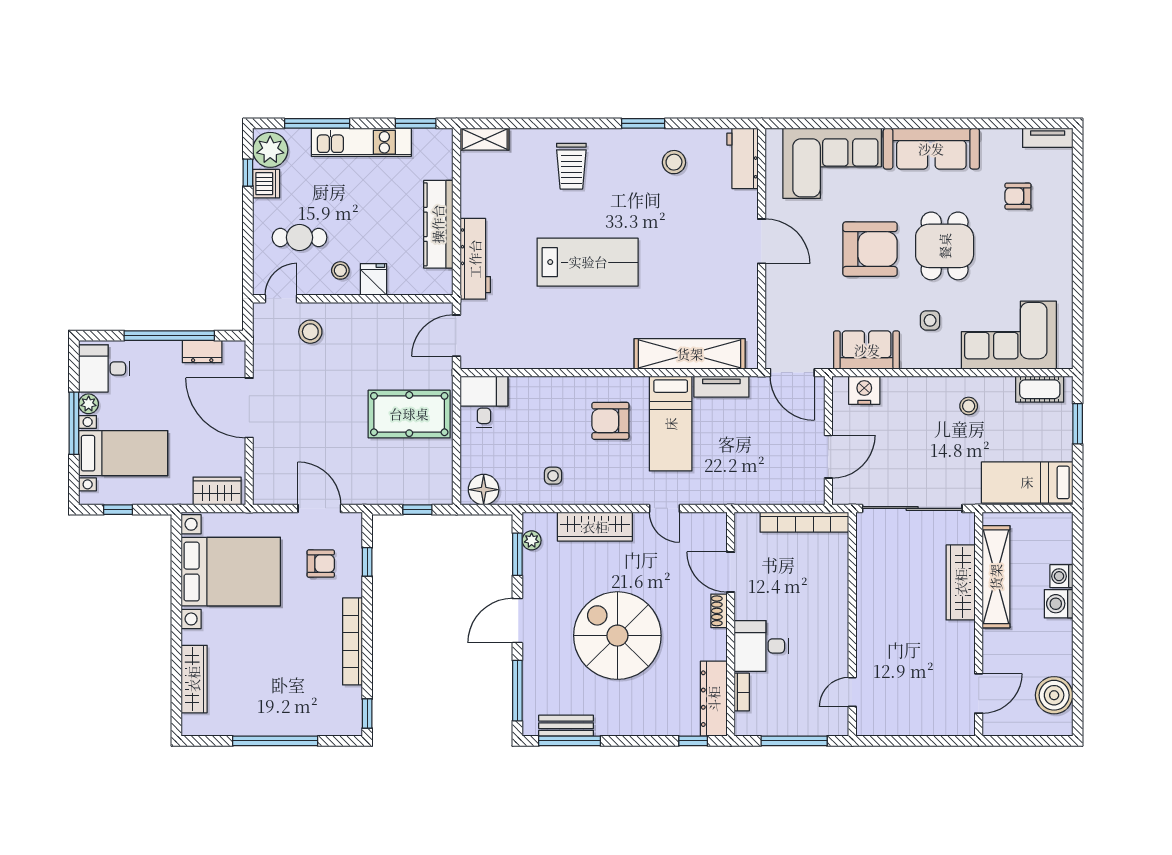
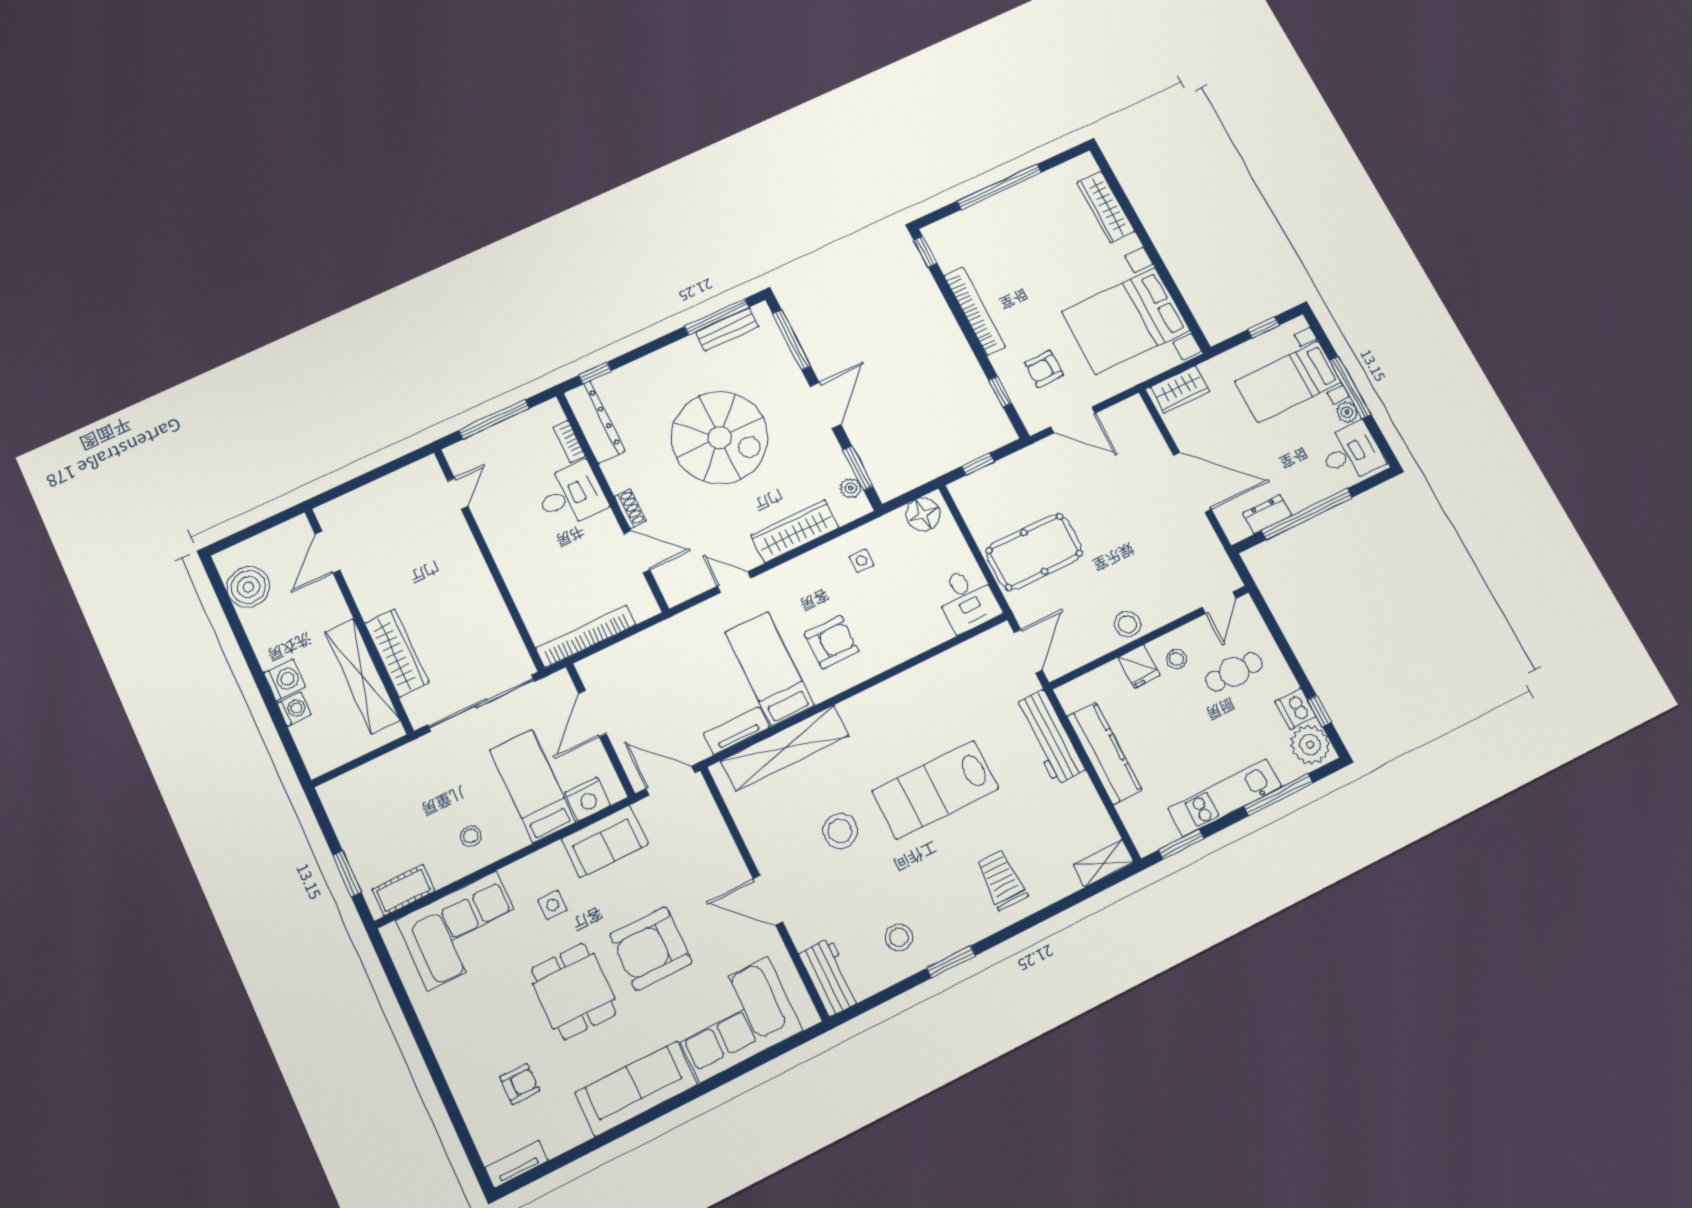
stool: (679, 267) -> (840, 831), added
stool: (310, 332) -> (1127, 624), moved
bed: (1027, 482) -> (533, 786), moved, turned -90

